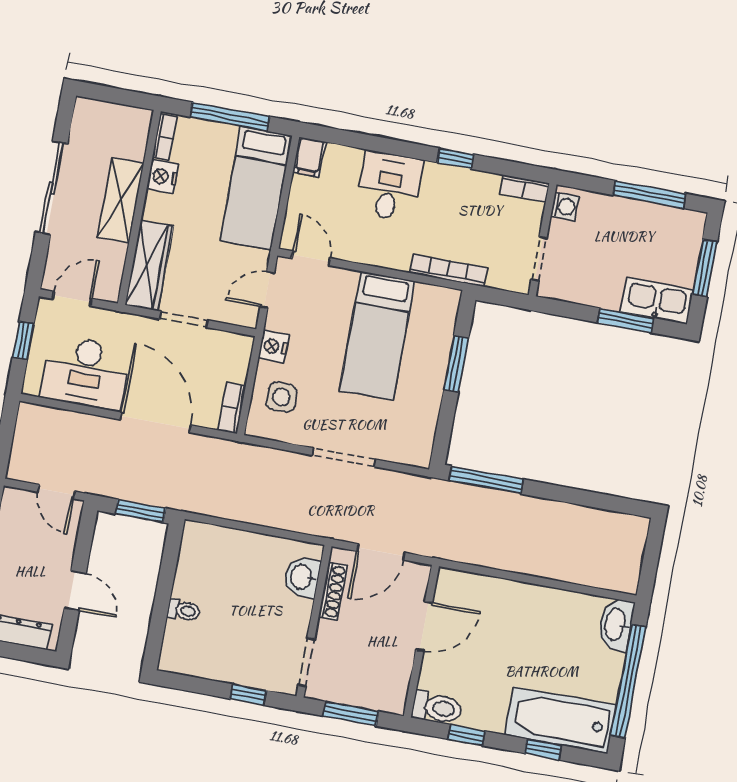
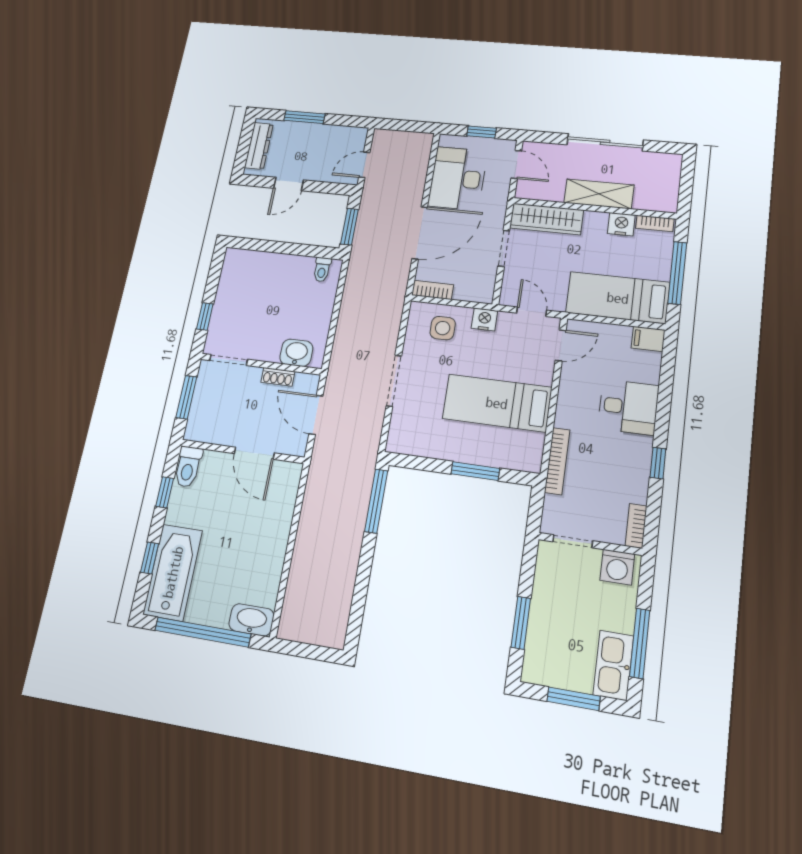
washing machine: (565, 207) -> (617, 567), width x1.38, depth x1.38
kitchen sink: (657, 301) -> (613, 665), moved, turned 180
shoe rack: (333, 591) -> (278, 377), width x0.70
toilet: (184, 610) -> (322, 270), moved

